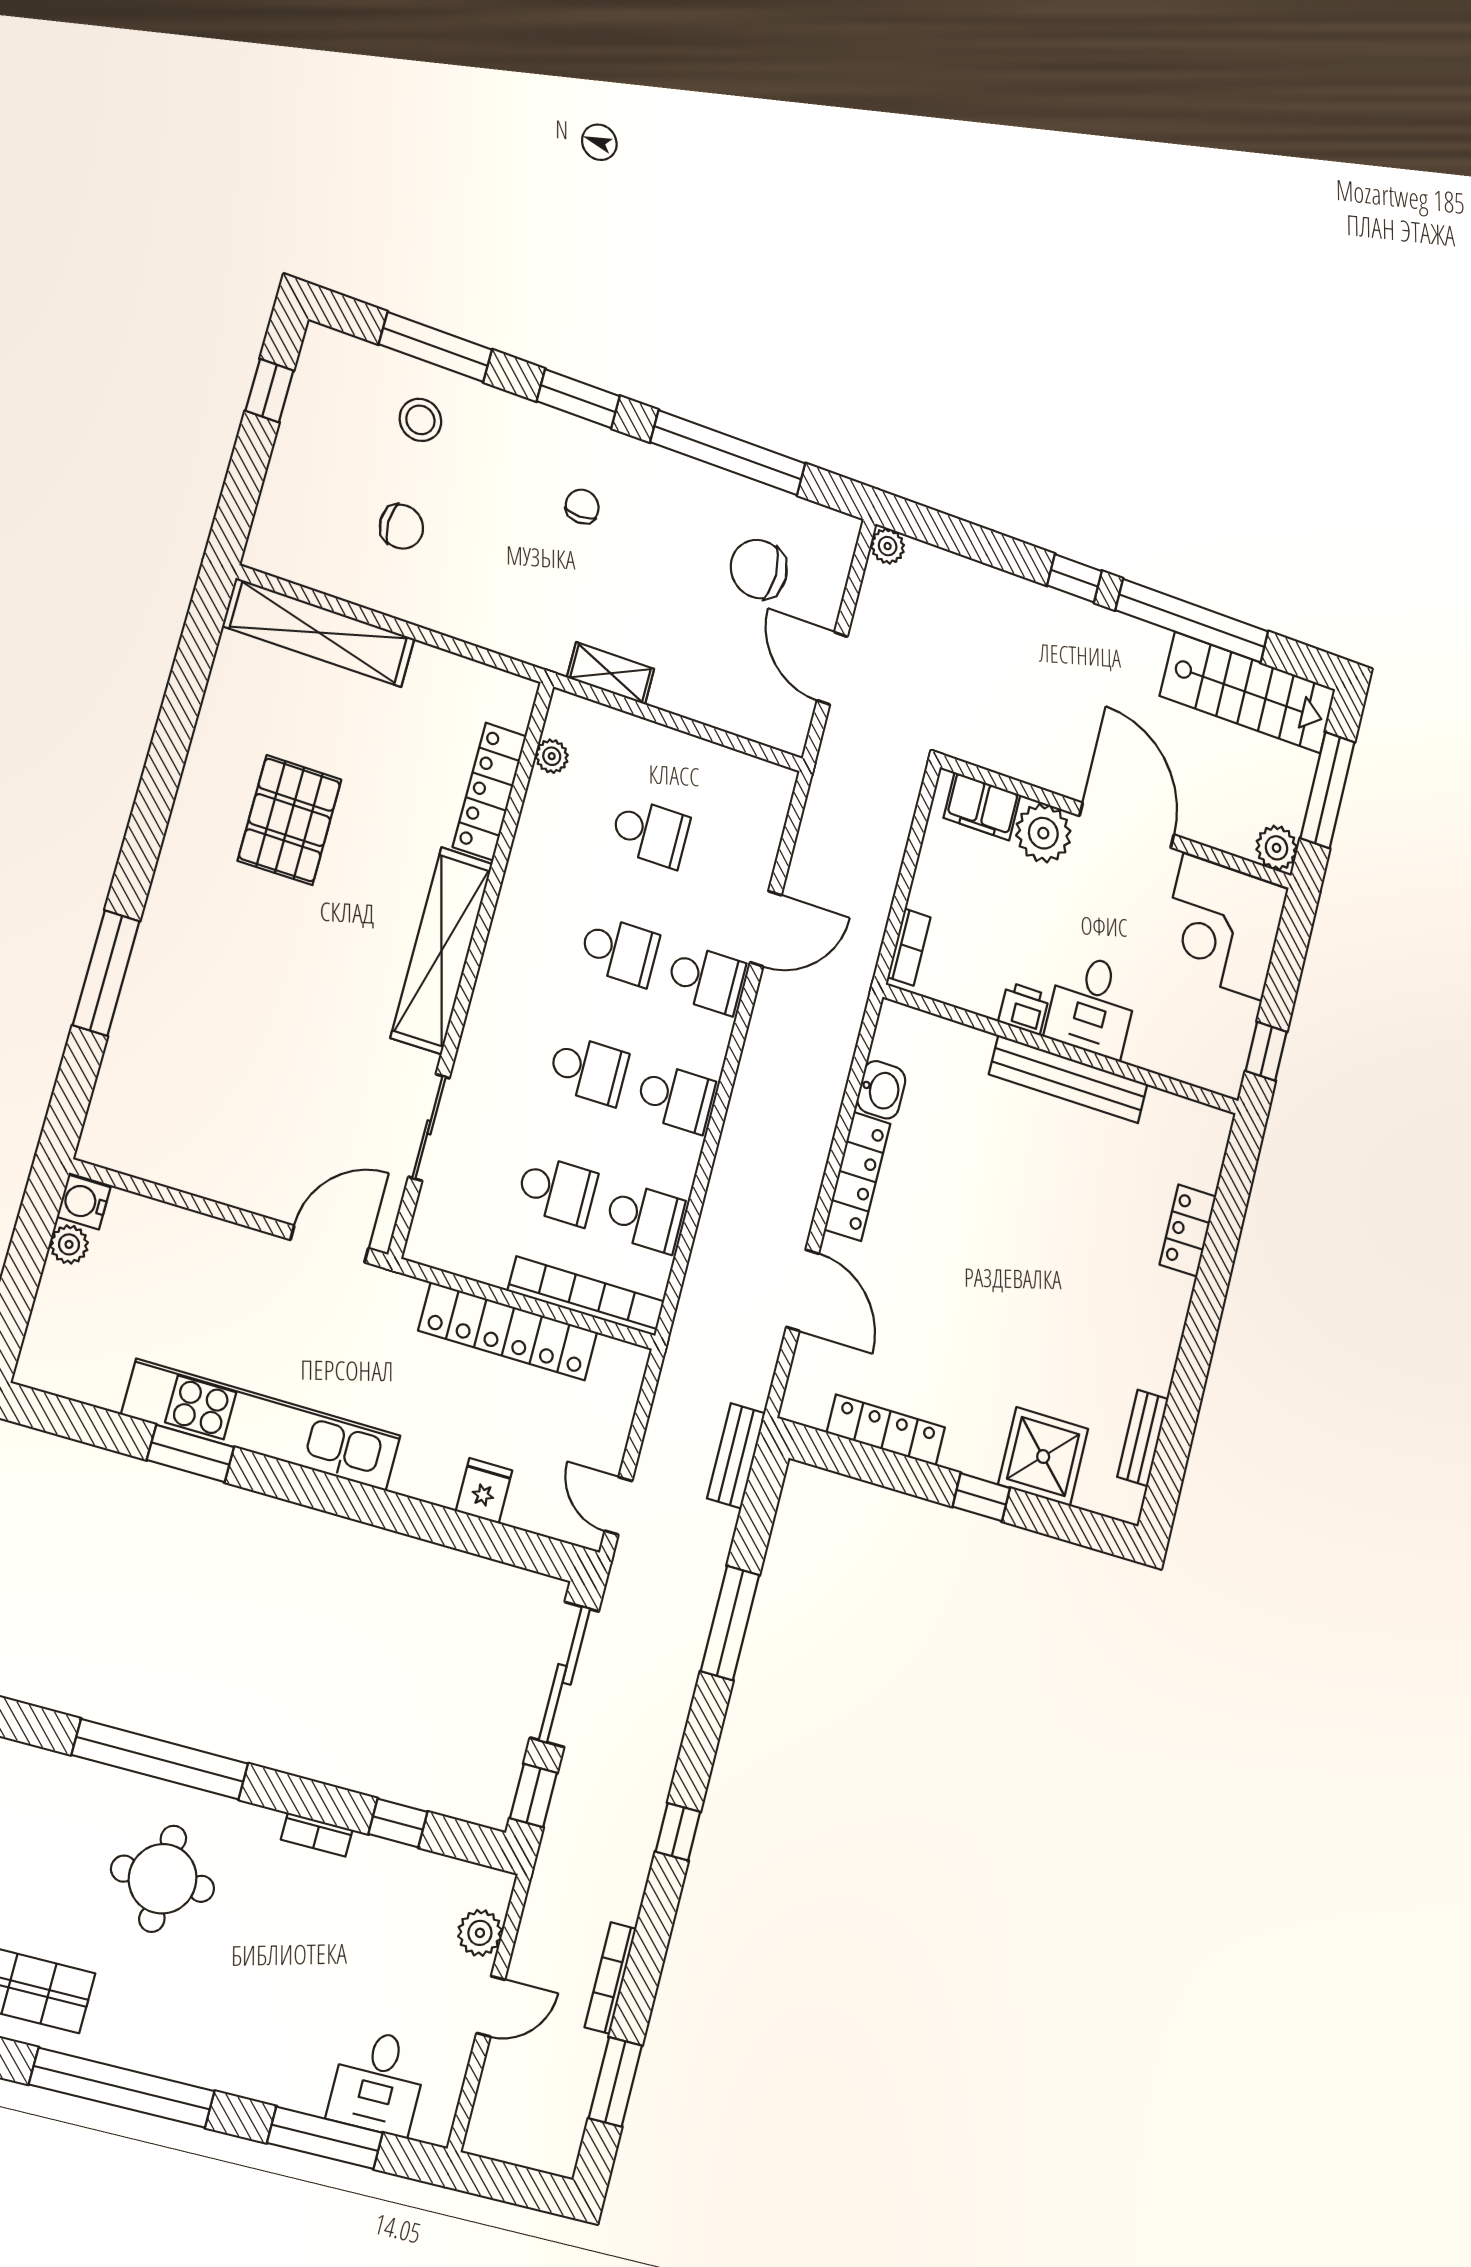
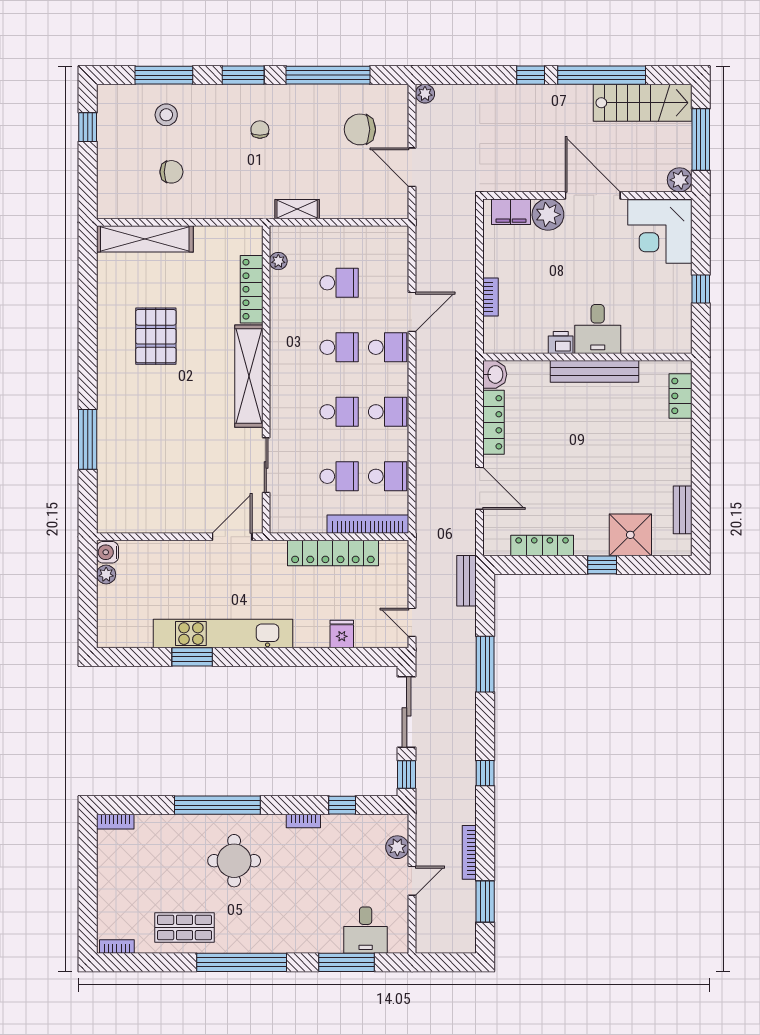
desk: (1092, 1005) -> (598, 329), moved
printer: (1024, 1008) -> (561, 343), moved
wall: (1063, 1050) -> (587, 357), moved
bench: (1068, 1079) -> (594, 371), moved

